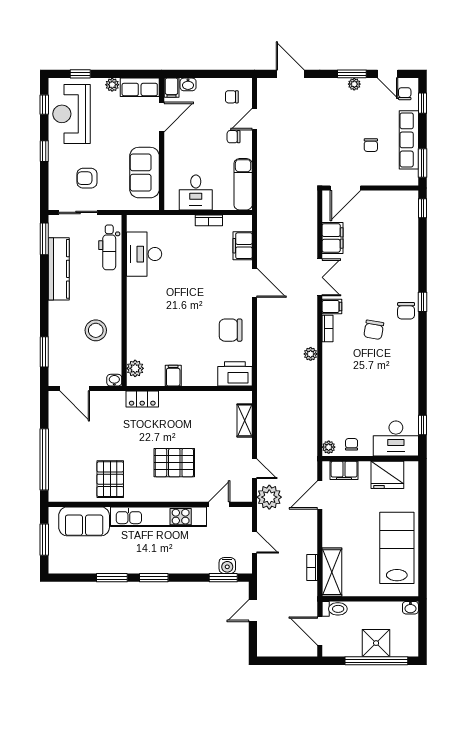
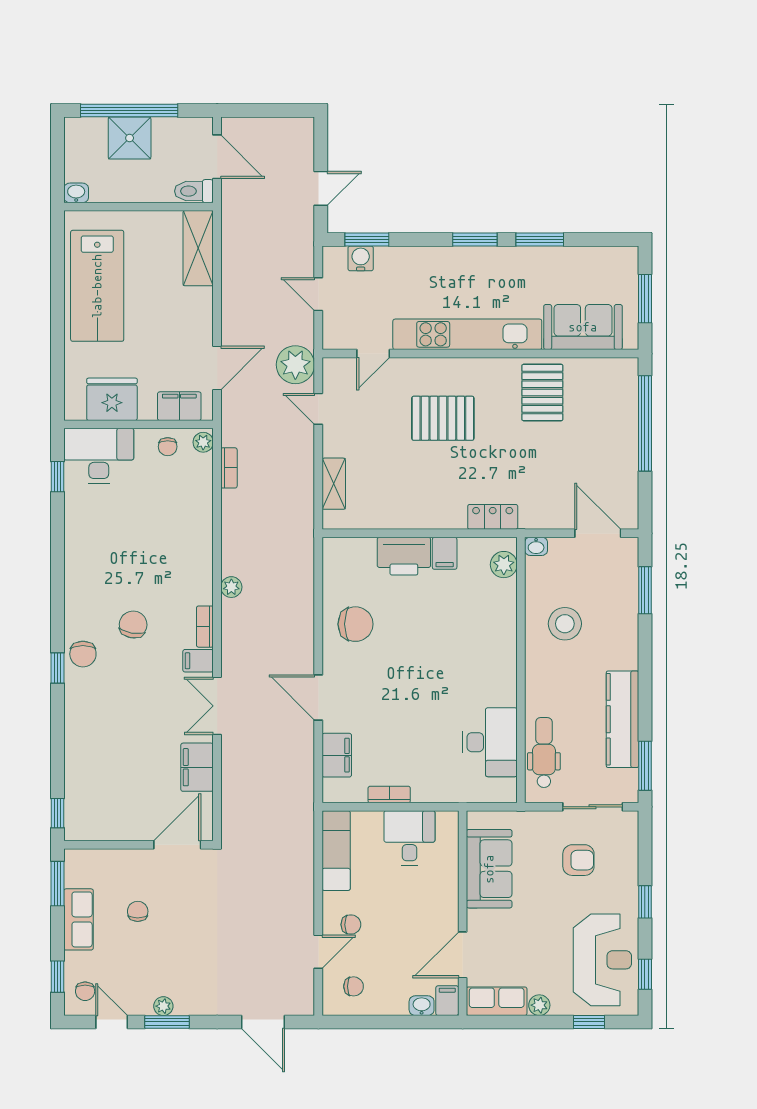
row of seats: (409, 140) -> (79, 919), width x0.68
chair: (406, 311) -> (83, 654), turned 180
printer: (235, 374) -> (404, 556), moved
bookcase: (312, 567) -> (229, 468), moved

